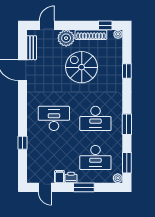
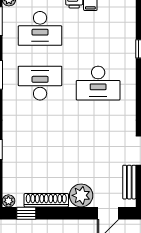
spiral stairs: (82, 67) -> (59, 155), removed
desk: (95, 158) -> (40, 28), turned 180

